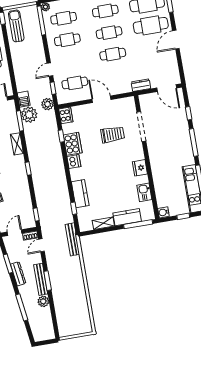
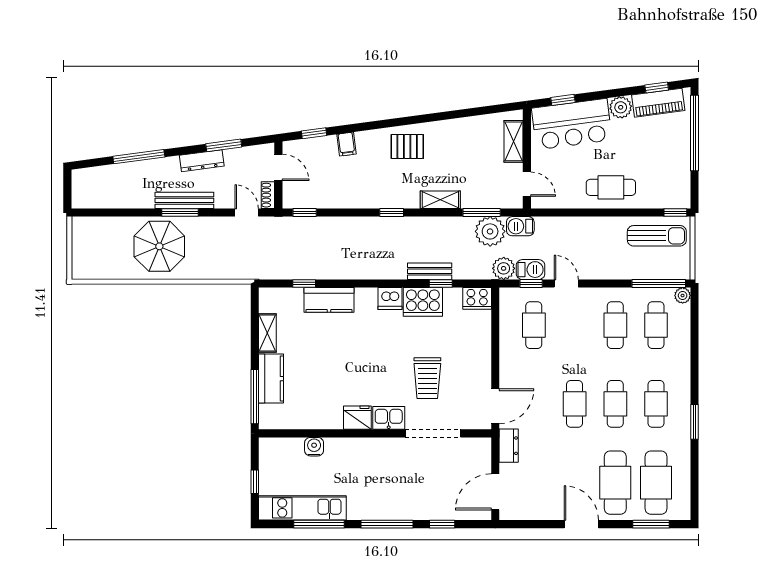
barbecue: (46, 90) -> (531, 270), added
door: (101, 99) -> (495, 406), moved
kitchen sink: (144, 192) -> (389, 418), moved
water cooler: (163, 212) -> (314, 447), moved
bench: (72, 239) -> (430, 271), moved, width x0.73
parasol: (67, 288) -> (159, 246), added
plant: (43, 301) -> (143, 198), removed

